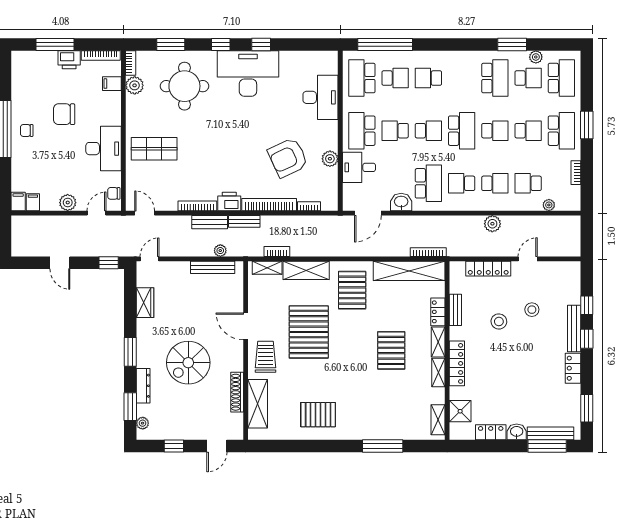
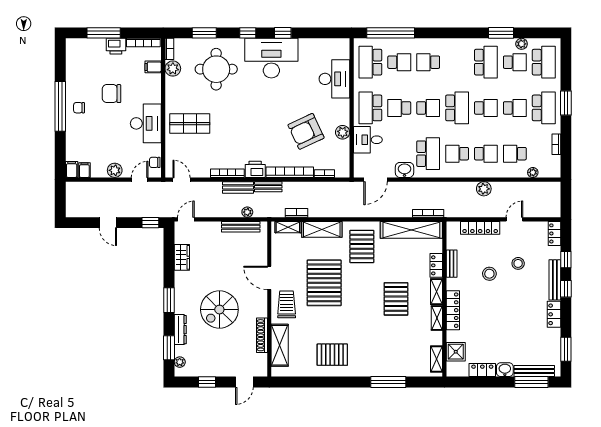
locker: (574, 275) -> (554, 233), added

